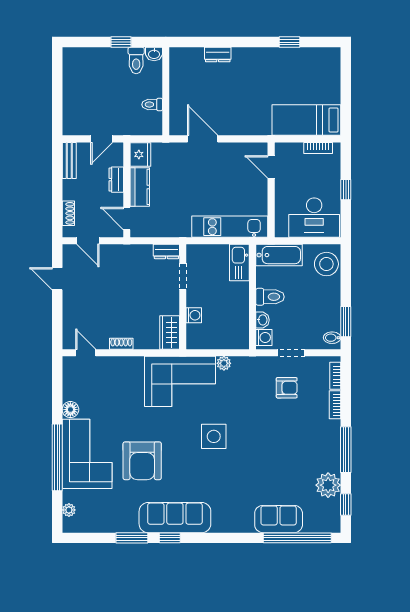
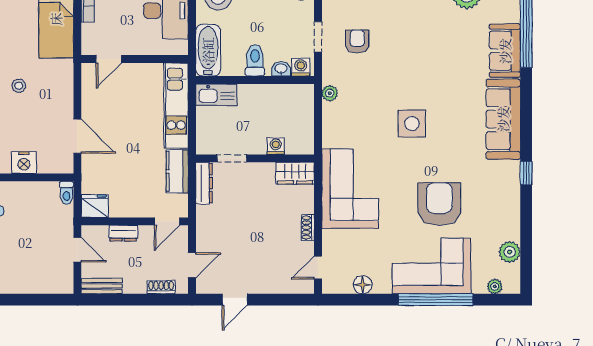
stool: (247, 87) -> (19, 86), added
nightstand: (179, 91) -> (24, 163), added
toilet: (152, 105) -> (66, 193), moved
door: (203, 139) -> (77, 136), swing flipped
kitchen counter: (140, 187) -> (177, 171), moved, turned -90
dresser: (166, 251) -> (204, 183), width x1.44
plant: (224, 363) -> (330, 93), moved
corner sofa: (180, 381) -> (350, 189), moved
floor lamp: (70, 410) -> (363, 285), moved
armchair: (142, 461) -> (439, 204), turned -90
sofa: (175, 518) -> (503, 119), moved
plant: (100, 523) -> (510, 252), added
window: (132, 538) -> (526, 216), removed

